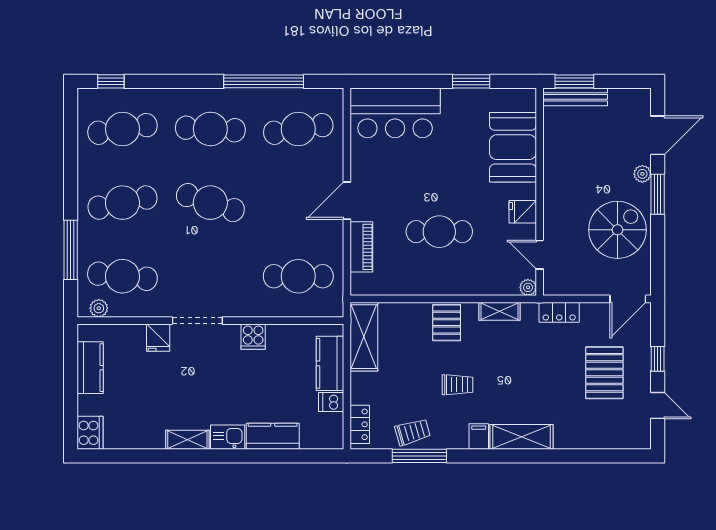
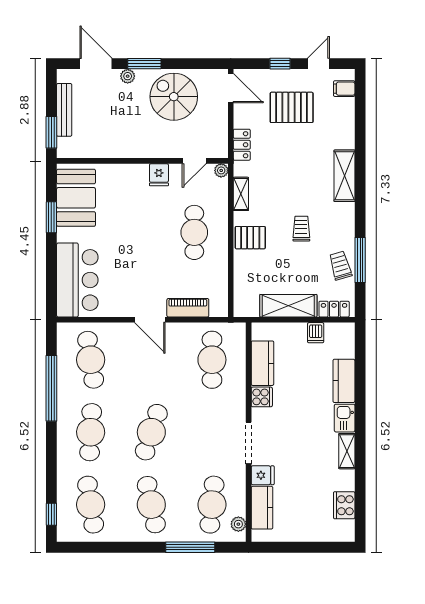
bench: (575, 97) -> (64, 110), moved
booth: (513, 147) -> (76, 198), moved, turned 90
cafe table: (439, 232) -> (194, 232), moved
shelving: (364, 337) -> (288, 306), moved
kitchen counter: (330, 363) -> (262, 363), moved, turned -90
kitchen counter: (90, 368) -> (262, 508), moved, turned 90
cooker: (90, 433) -> (344, 505), moved, turned -90
filing cabinet: (479, 437) -> (344, 89), moved

